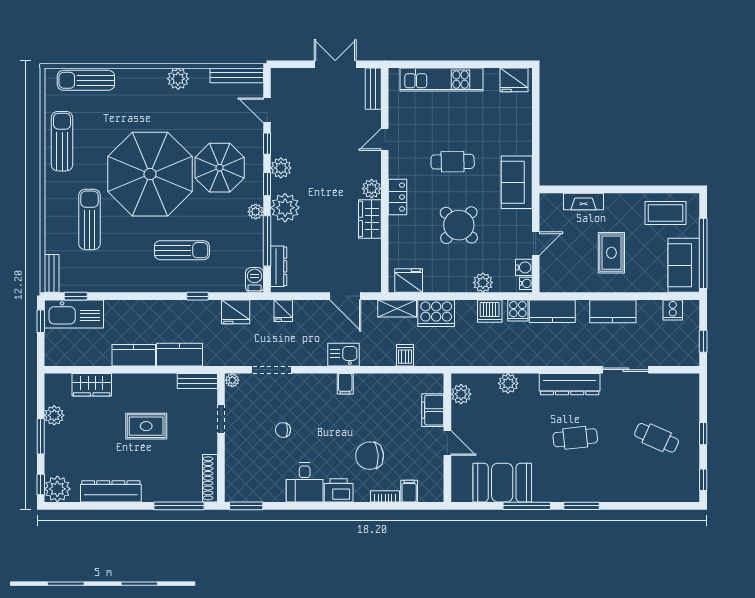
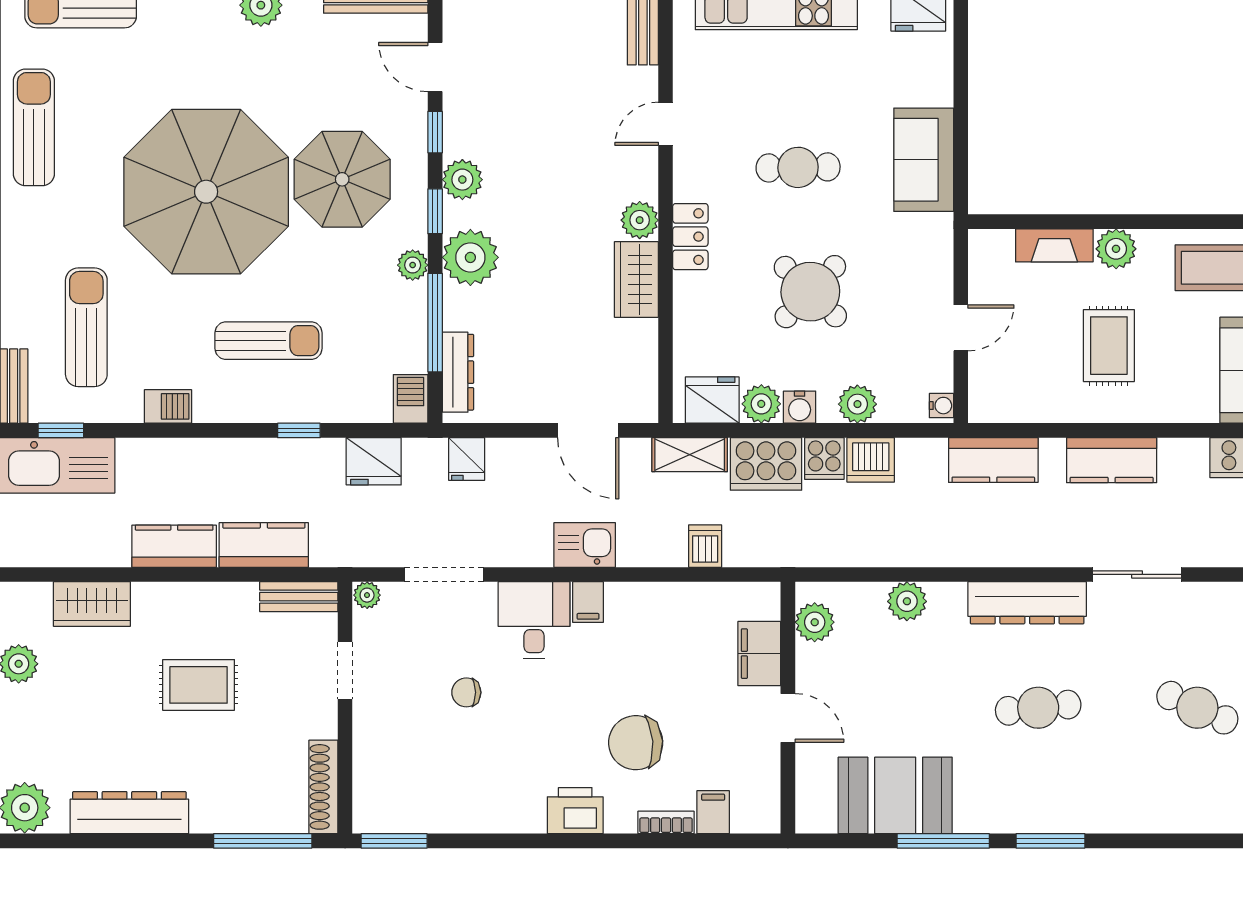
sofa: (517, 182) -> (924, 160), moved
plant: (615, 203) -> (1116, 249), added
sun lounger: (89, 219) -> (86, 327), moved
water cooler: (524, 267) -> (800, 407), moved, turned 90
plant: (434, 283) -> (761, 404), added
barbecue: (131, 284) -> (168, 406), added
cooker: (518, 310) -> (824, 458), moved
desk: (305, 482) -> (534, 620), moved, turned 180

